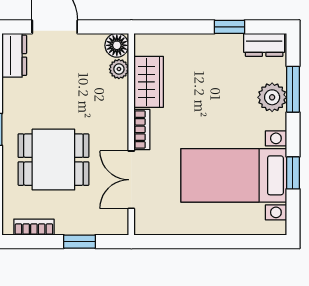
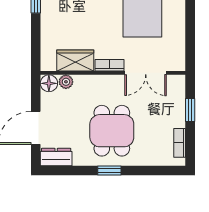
dining table: (53, 160) -> (112, 131), moved

